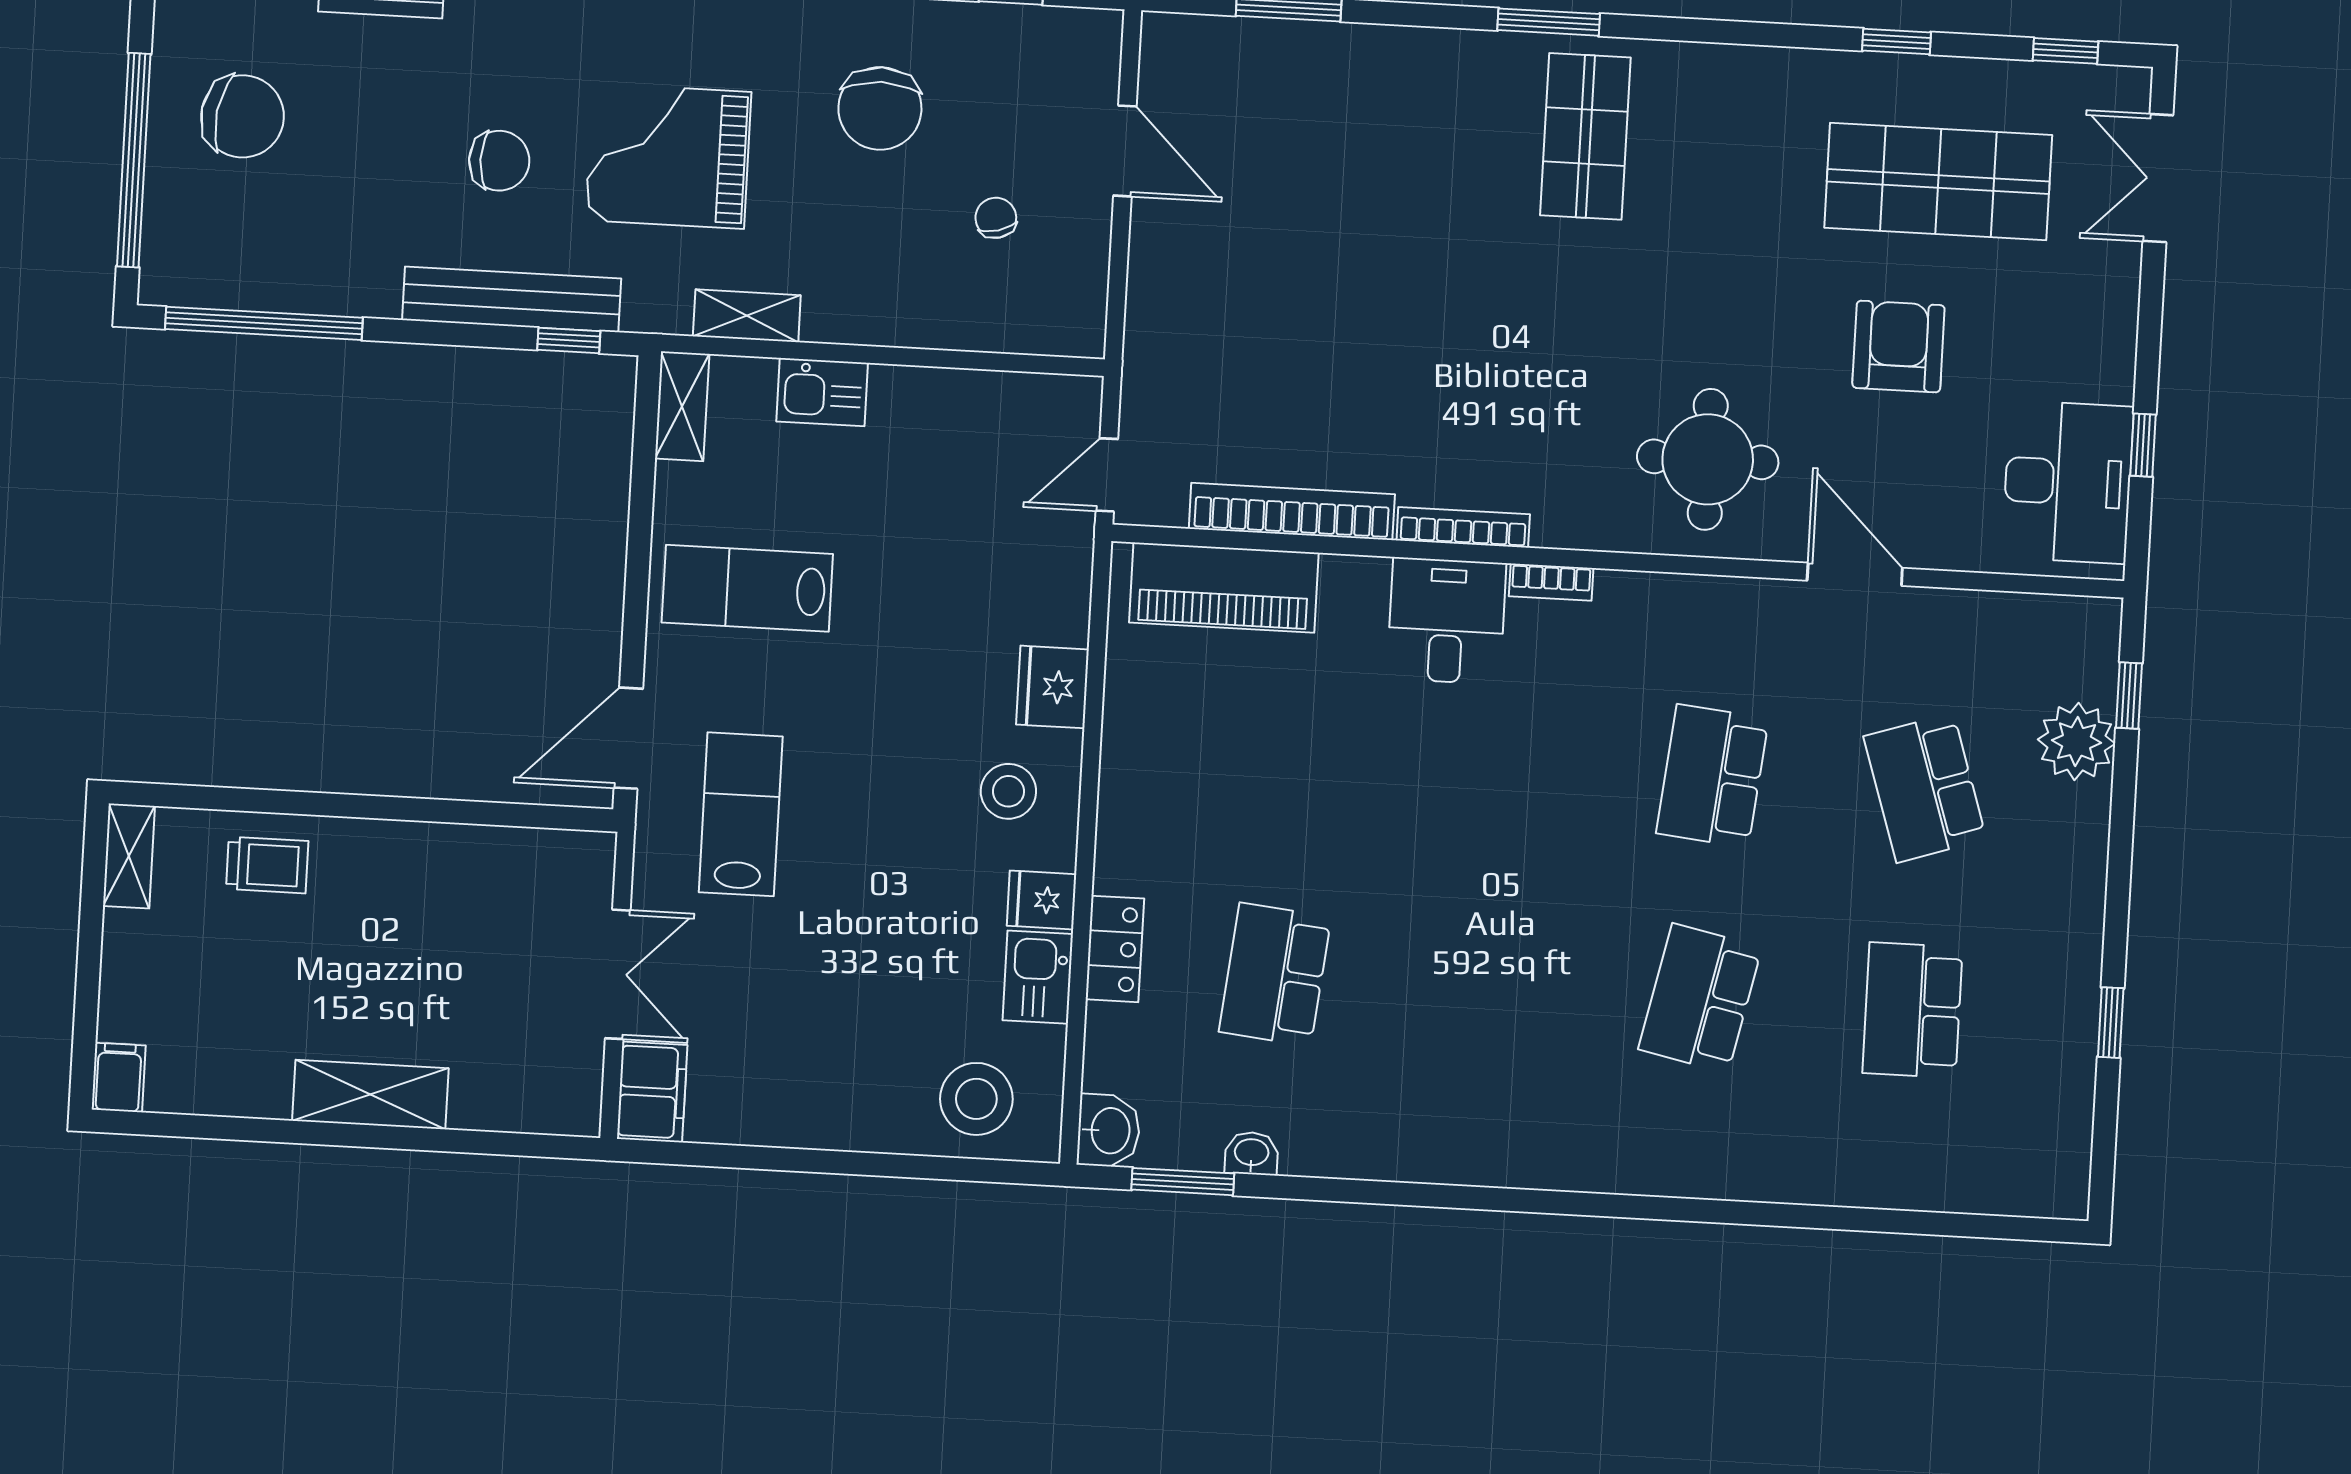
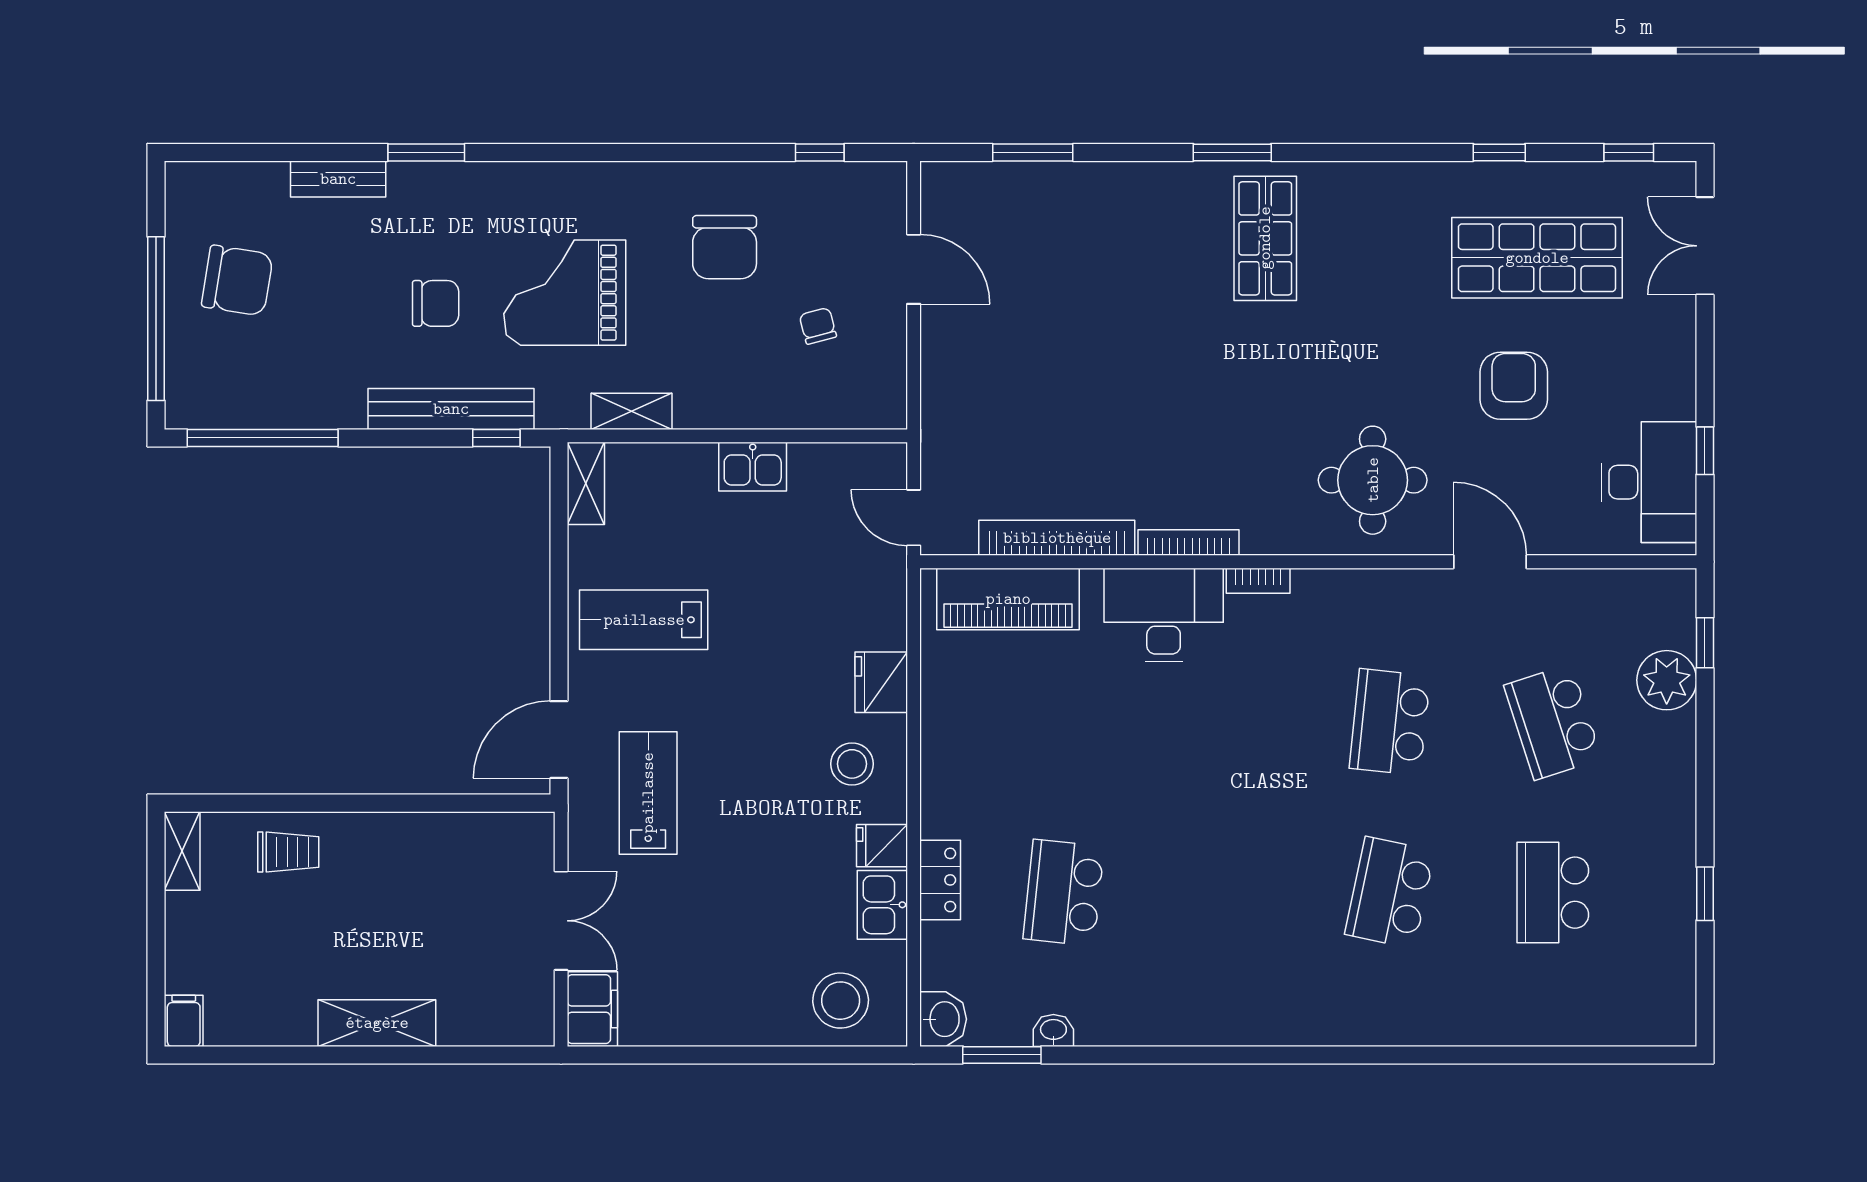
kitchen sink: (822, 392) -> (753, 467), moved
door: (1107, 475) -> (914, 518), hinge flipped
desk: (1447, 621) -> (1164, 615), width x1.37

